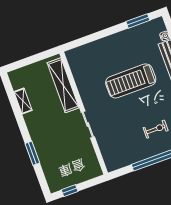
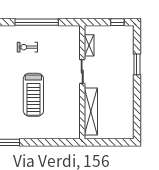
treadmill: (131, 81) -> (33, 95), turned 90
shelving: (23, 101) -> (89, 45), moved

